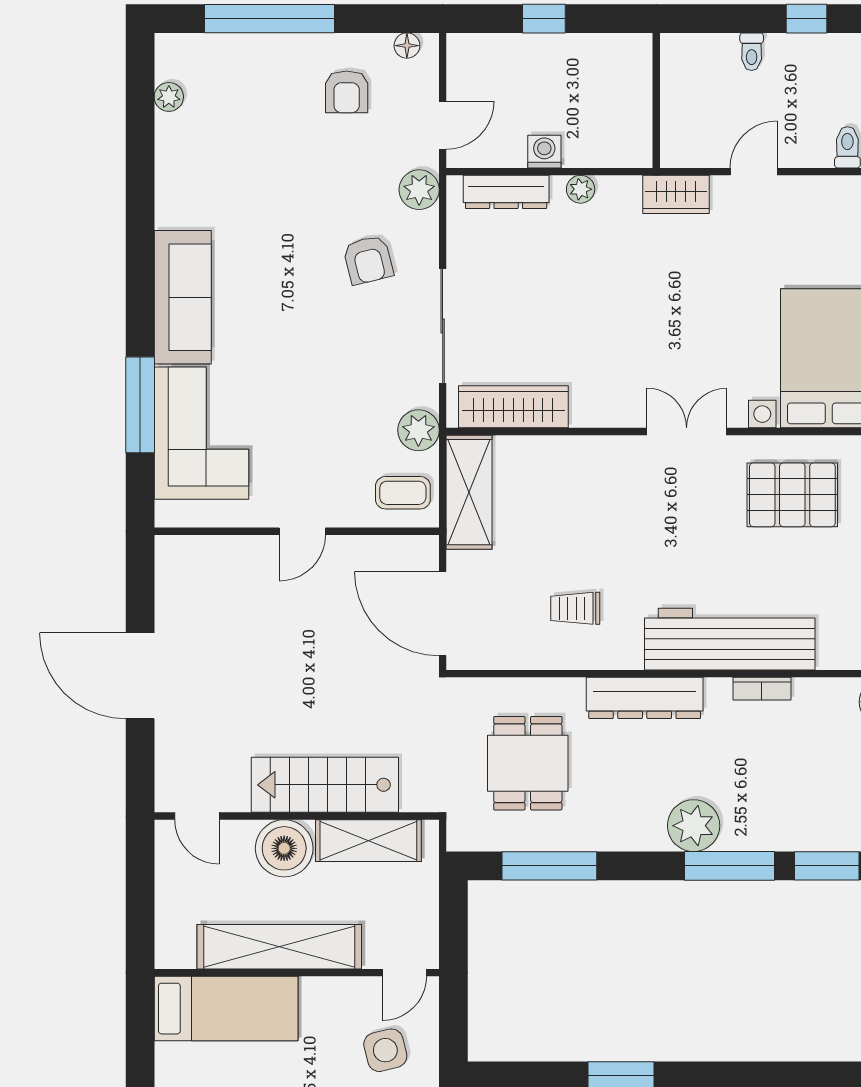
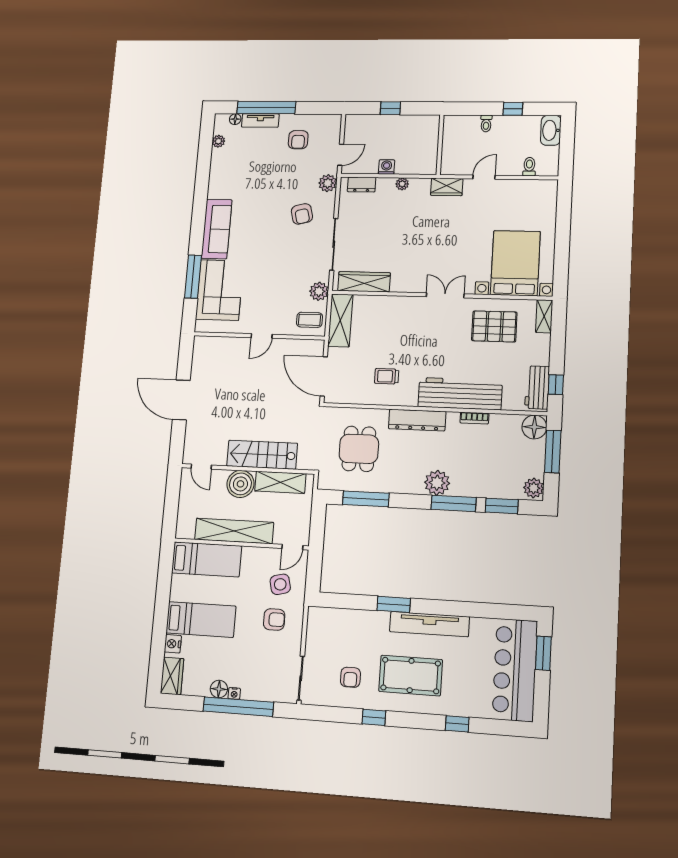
floor lamp: (407, 46) -> (235, 119), moved
tv unit: (259, 48) -> (260, 121), added
dresser: (506, 192) -> (362, 185), width x0.70

